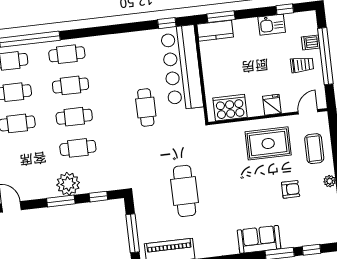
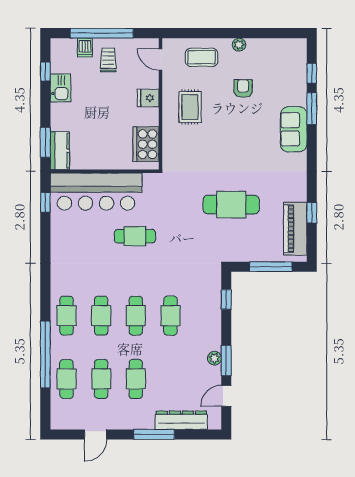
rug: (268, 143) -> (190, 107), width x0.73, depth x0.70
plant: (68, 184) -> (214, 358), moved, width x0.53, depth x0.53
window: (61, 201) -> (226, 361), moved

